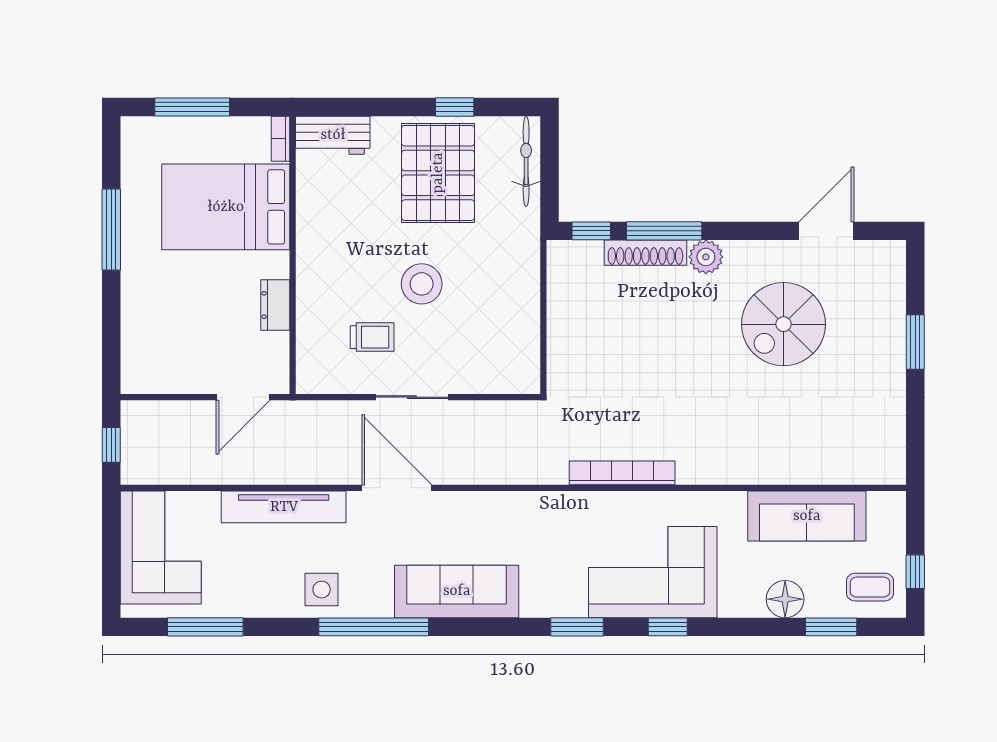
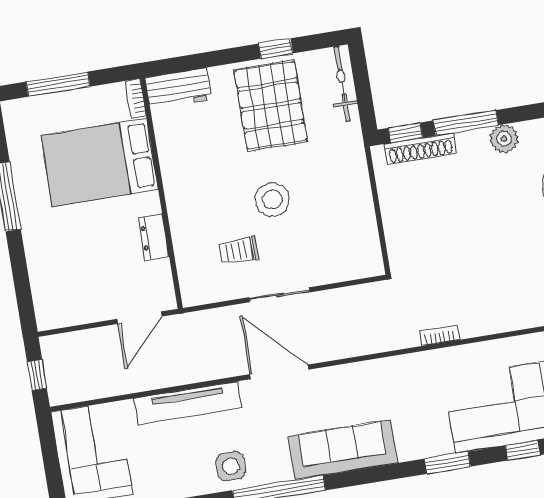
shoe rack: (645, 253) -> (420, 149), moved
trolley: (372, 337) -> (238, 250), turned 180
bookcase: (622, 473) -> (440, 335), width x0.43, depth x0.76

